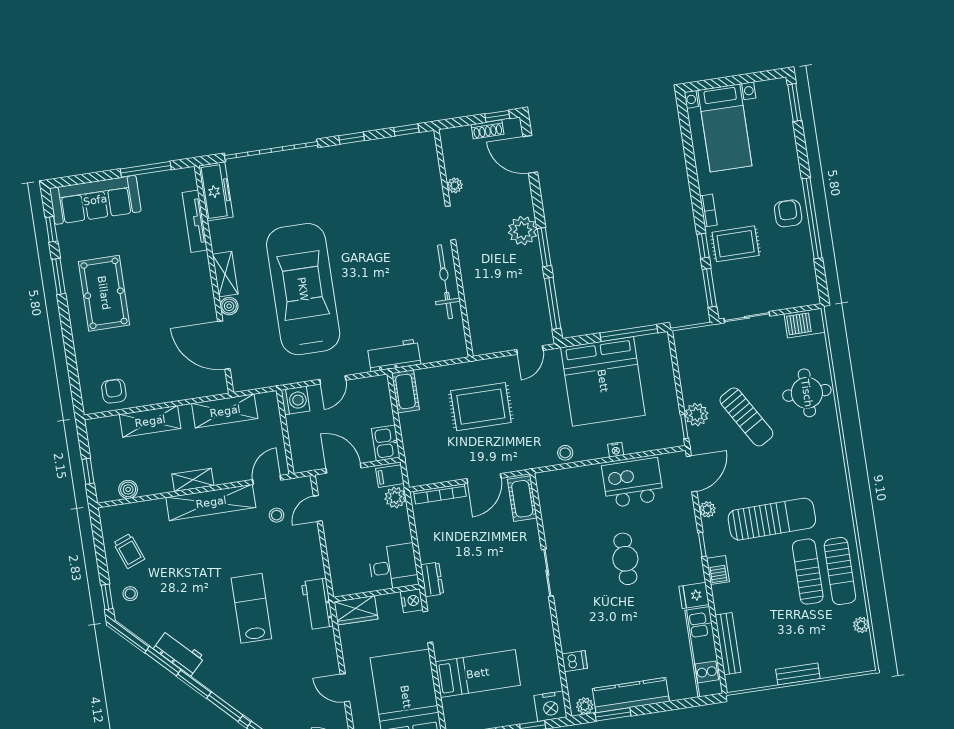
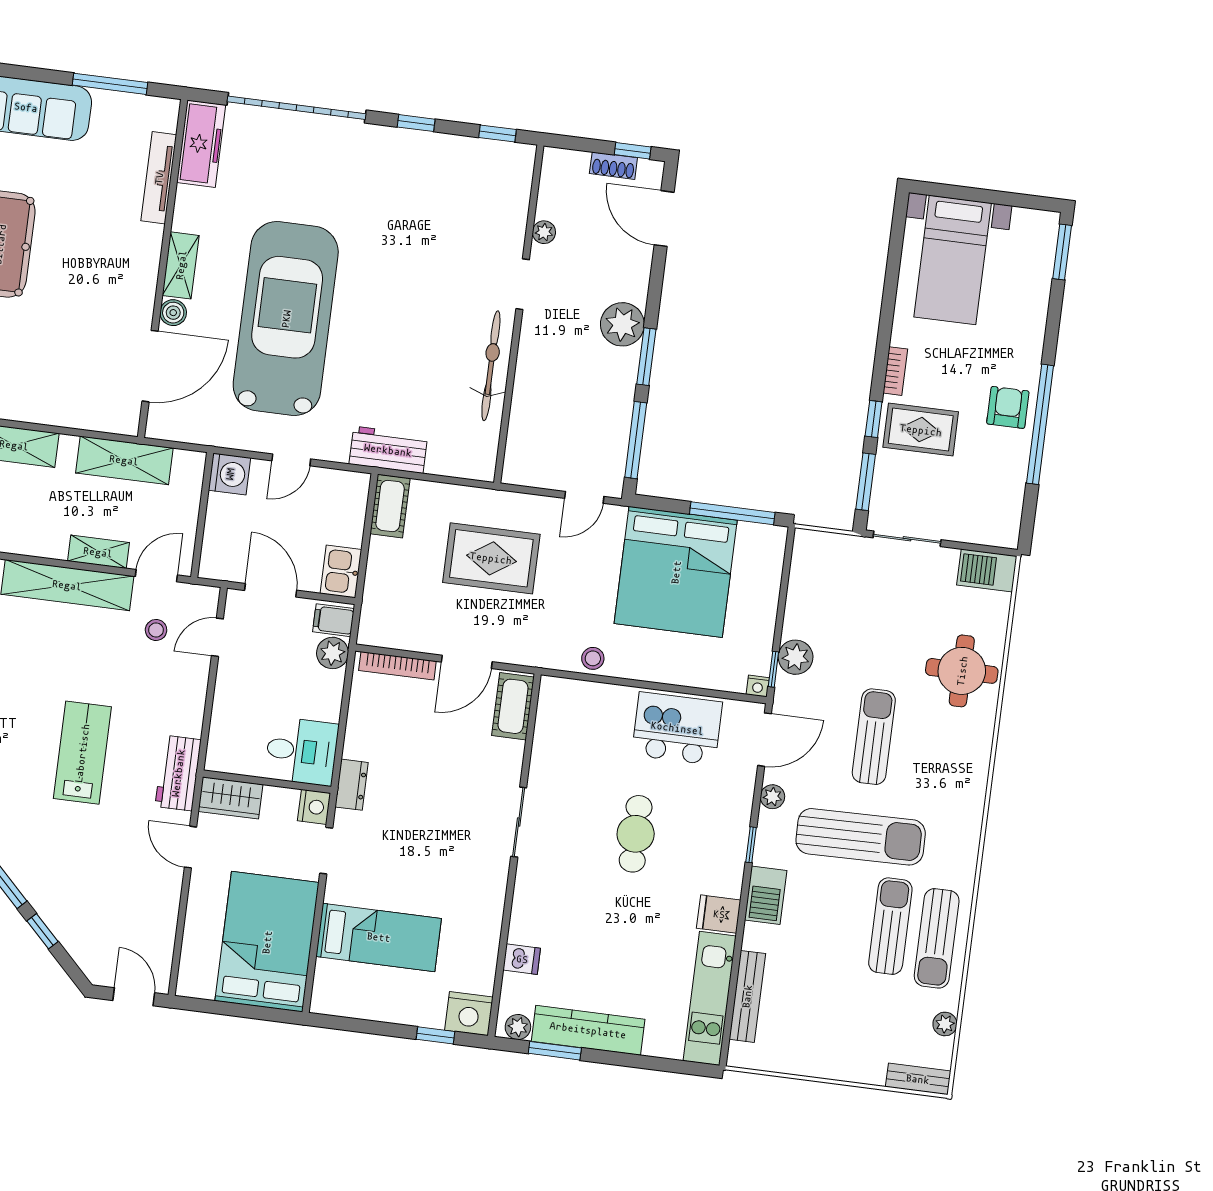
door: (224, 345) -> (150, 366), swing flipped
sun lounger: (746, 417) -> (874, 737), moved, turned -149
nightstand: (616, 450) -> (758, 686), moved
shelving: (193, 480) -> (98, 552), moved
barbecue: (718, 570) -> (766, 895), width x1.38, depth x1.27
bench: (798, 674) -> (918, 1079), moved
door: (345, 688) -> (191, 847), moved

